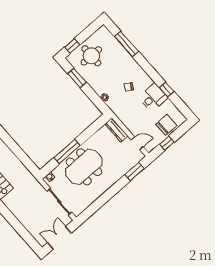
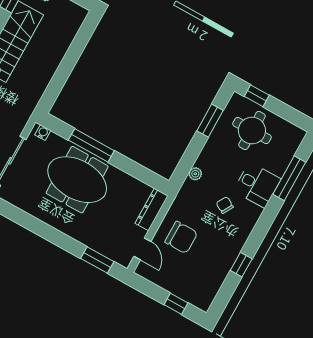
desk: (153, 97) -> (257, 185), moved
chair: (166, 125) -> (181, 237), moved
window: (167, 143) -> (176, 304), moved

